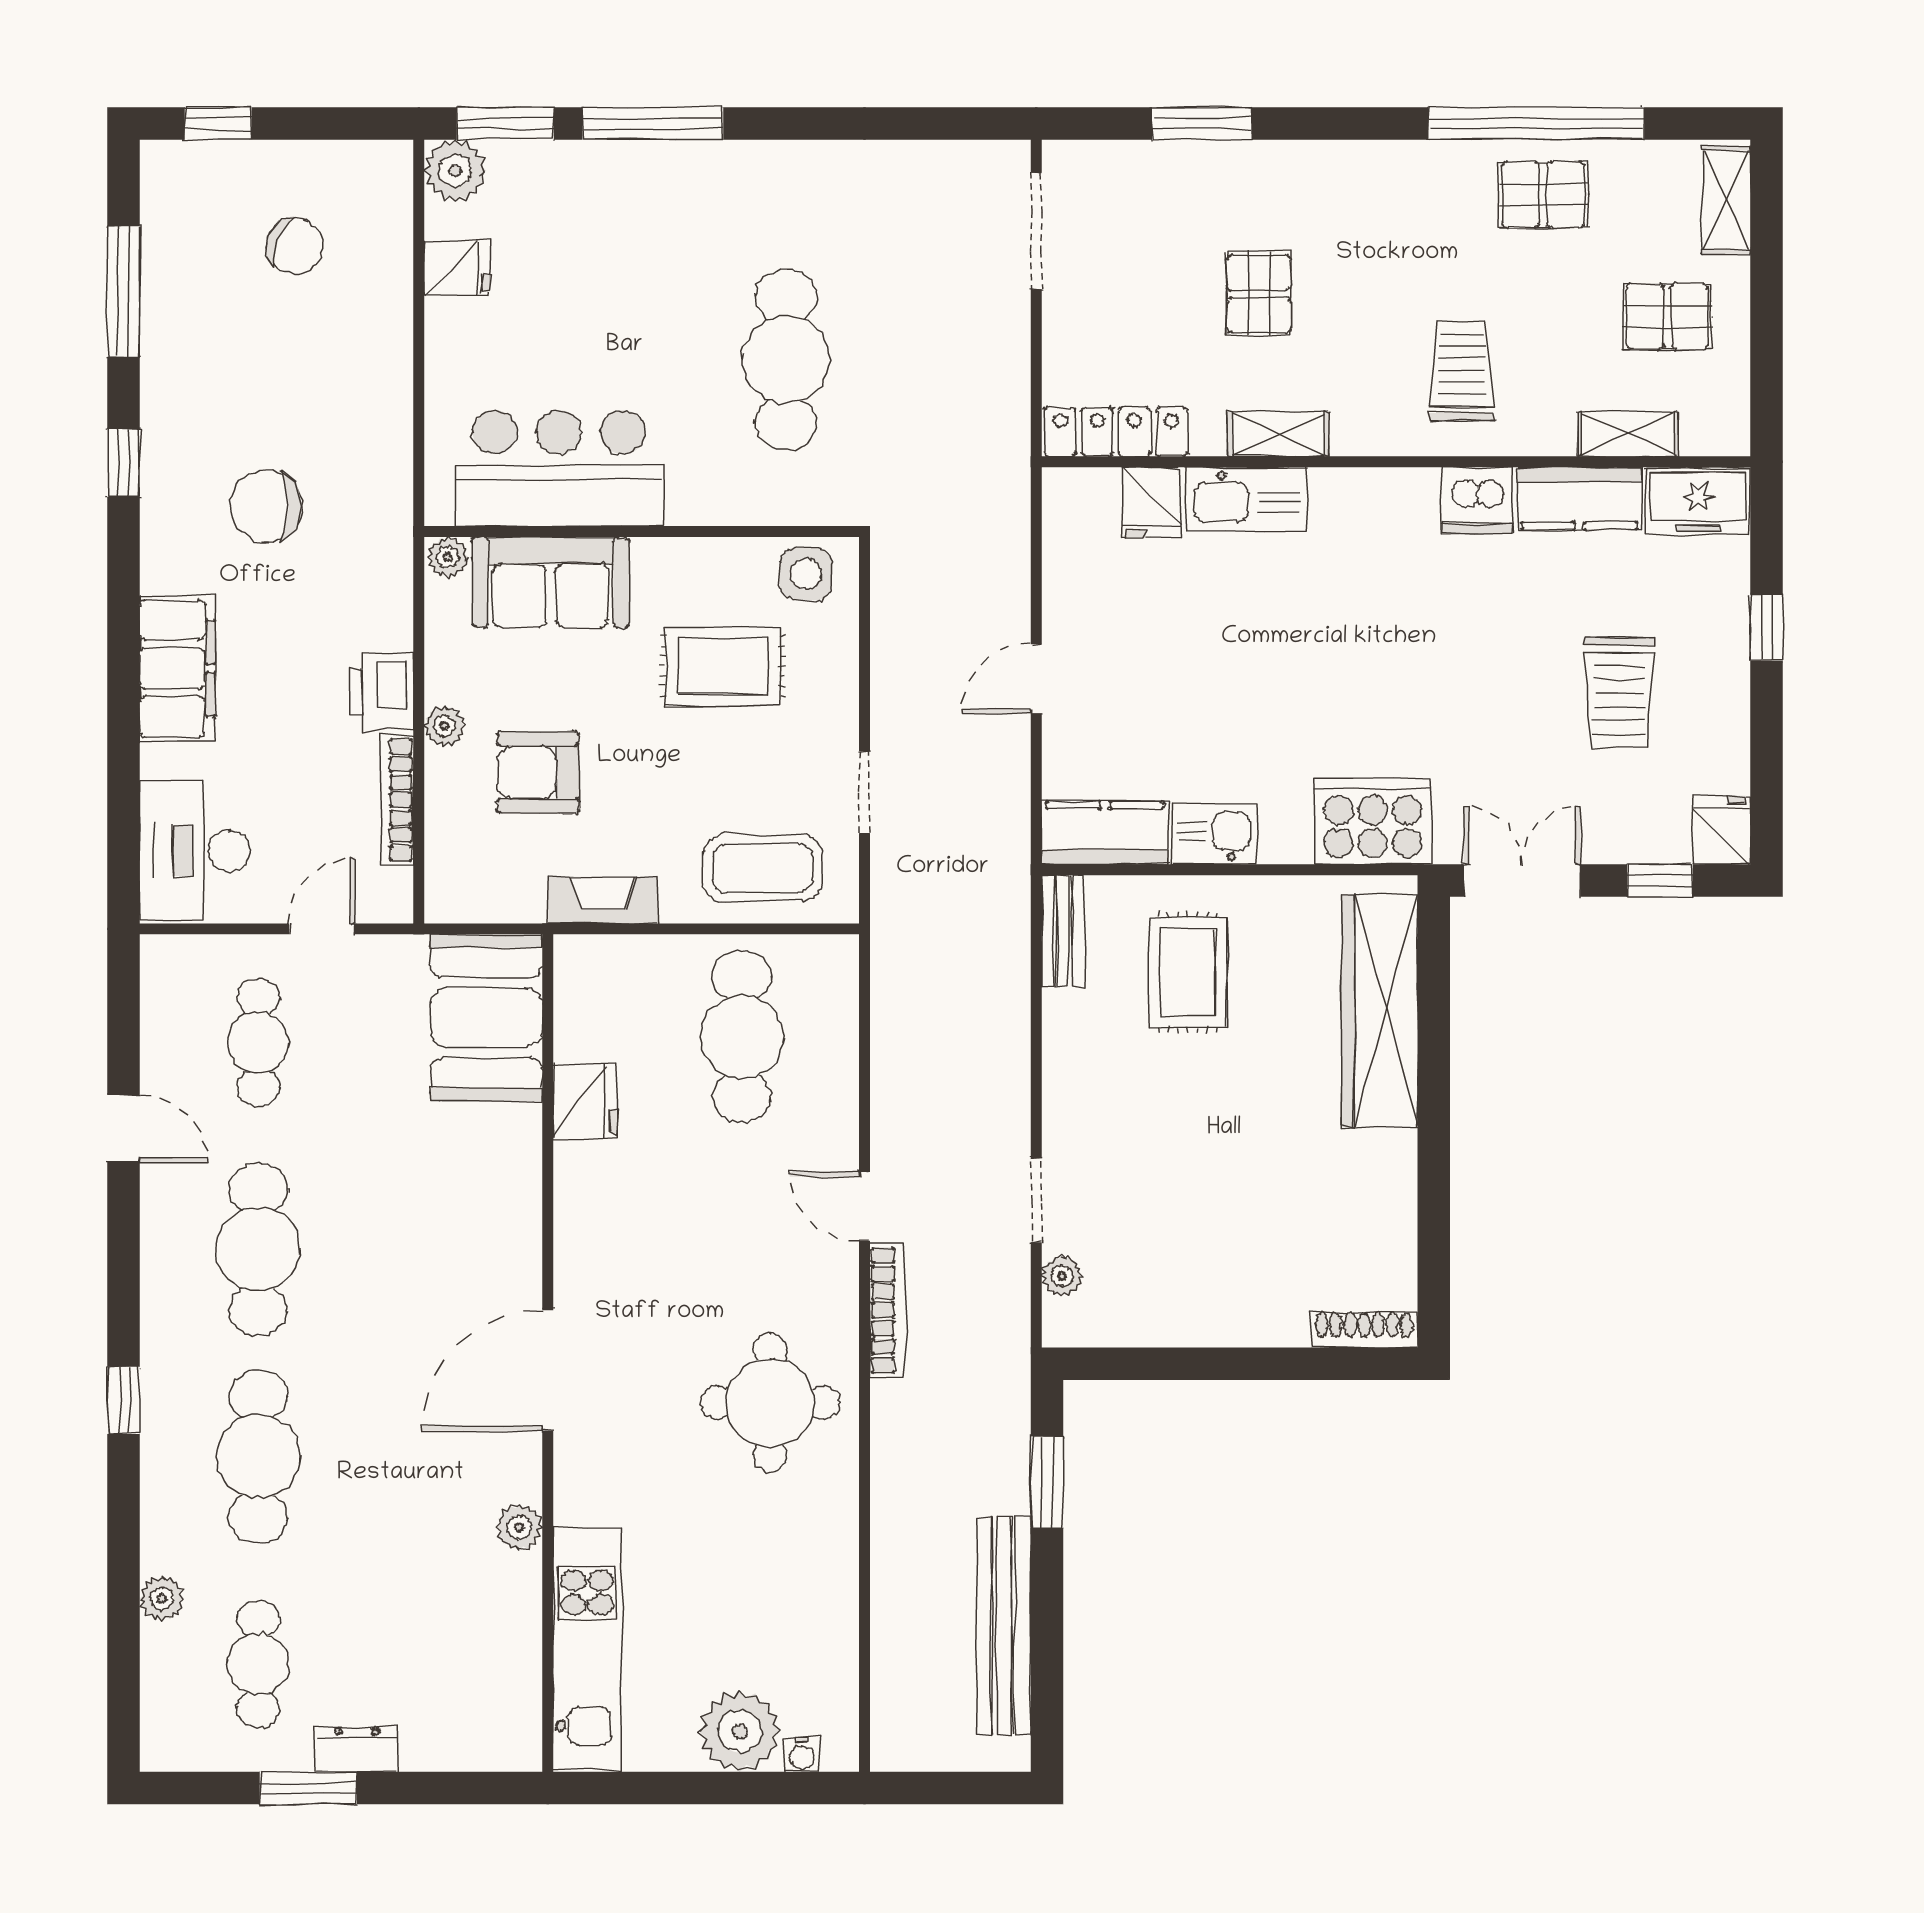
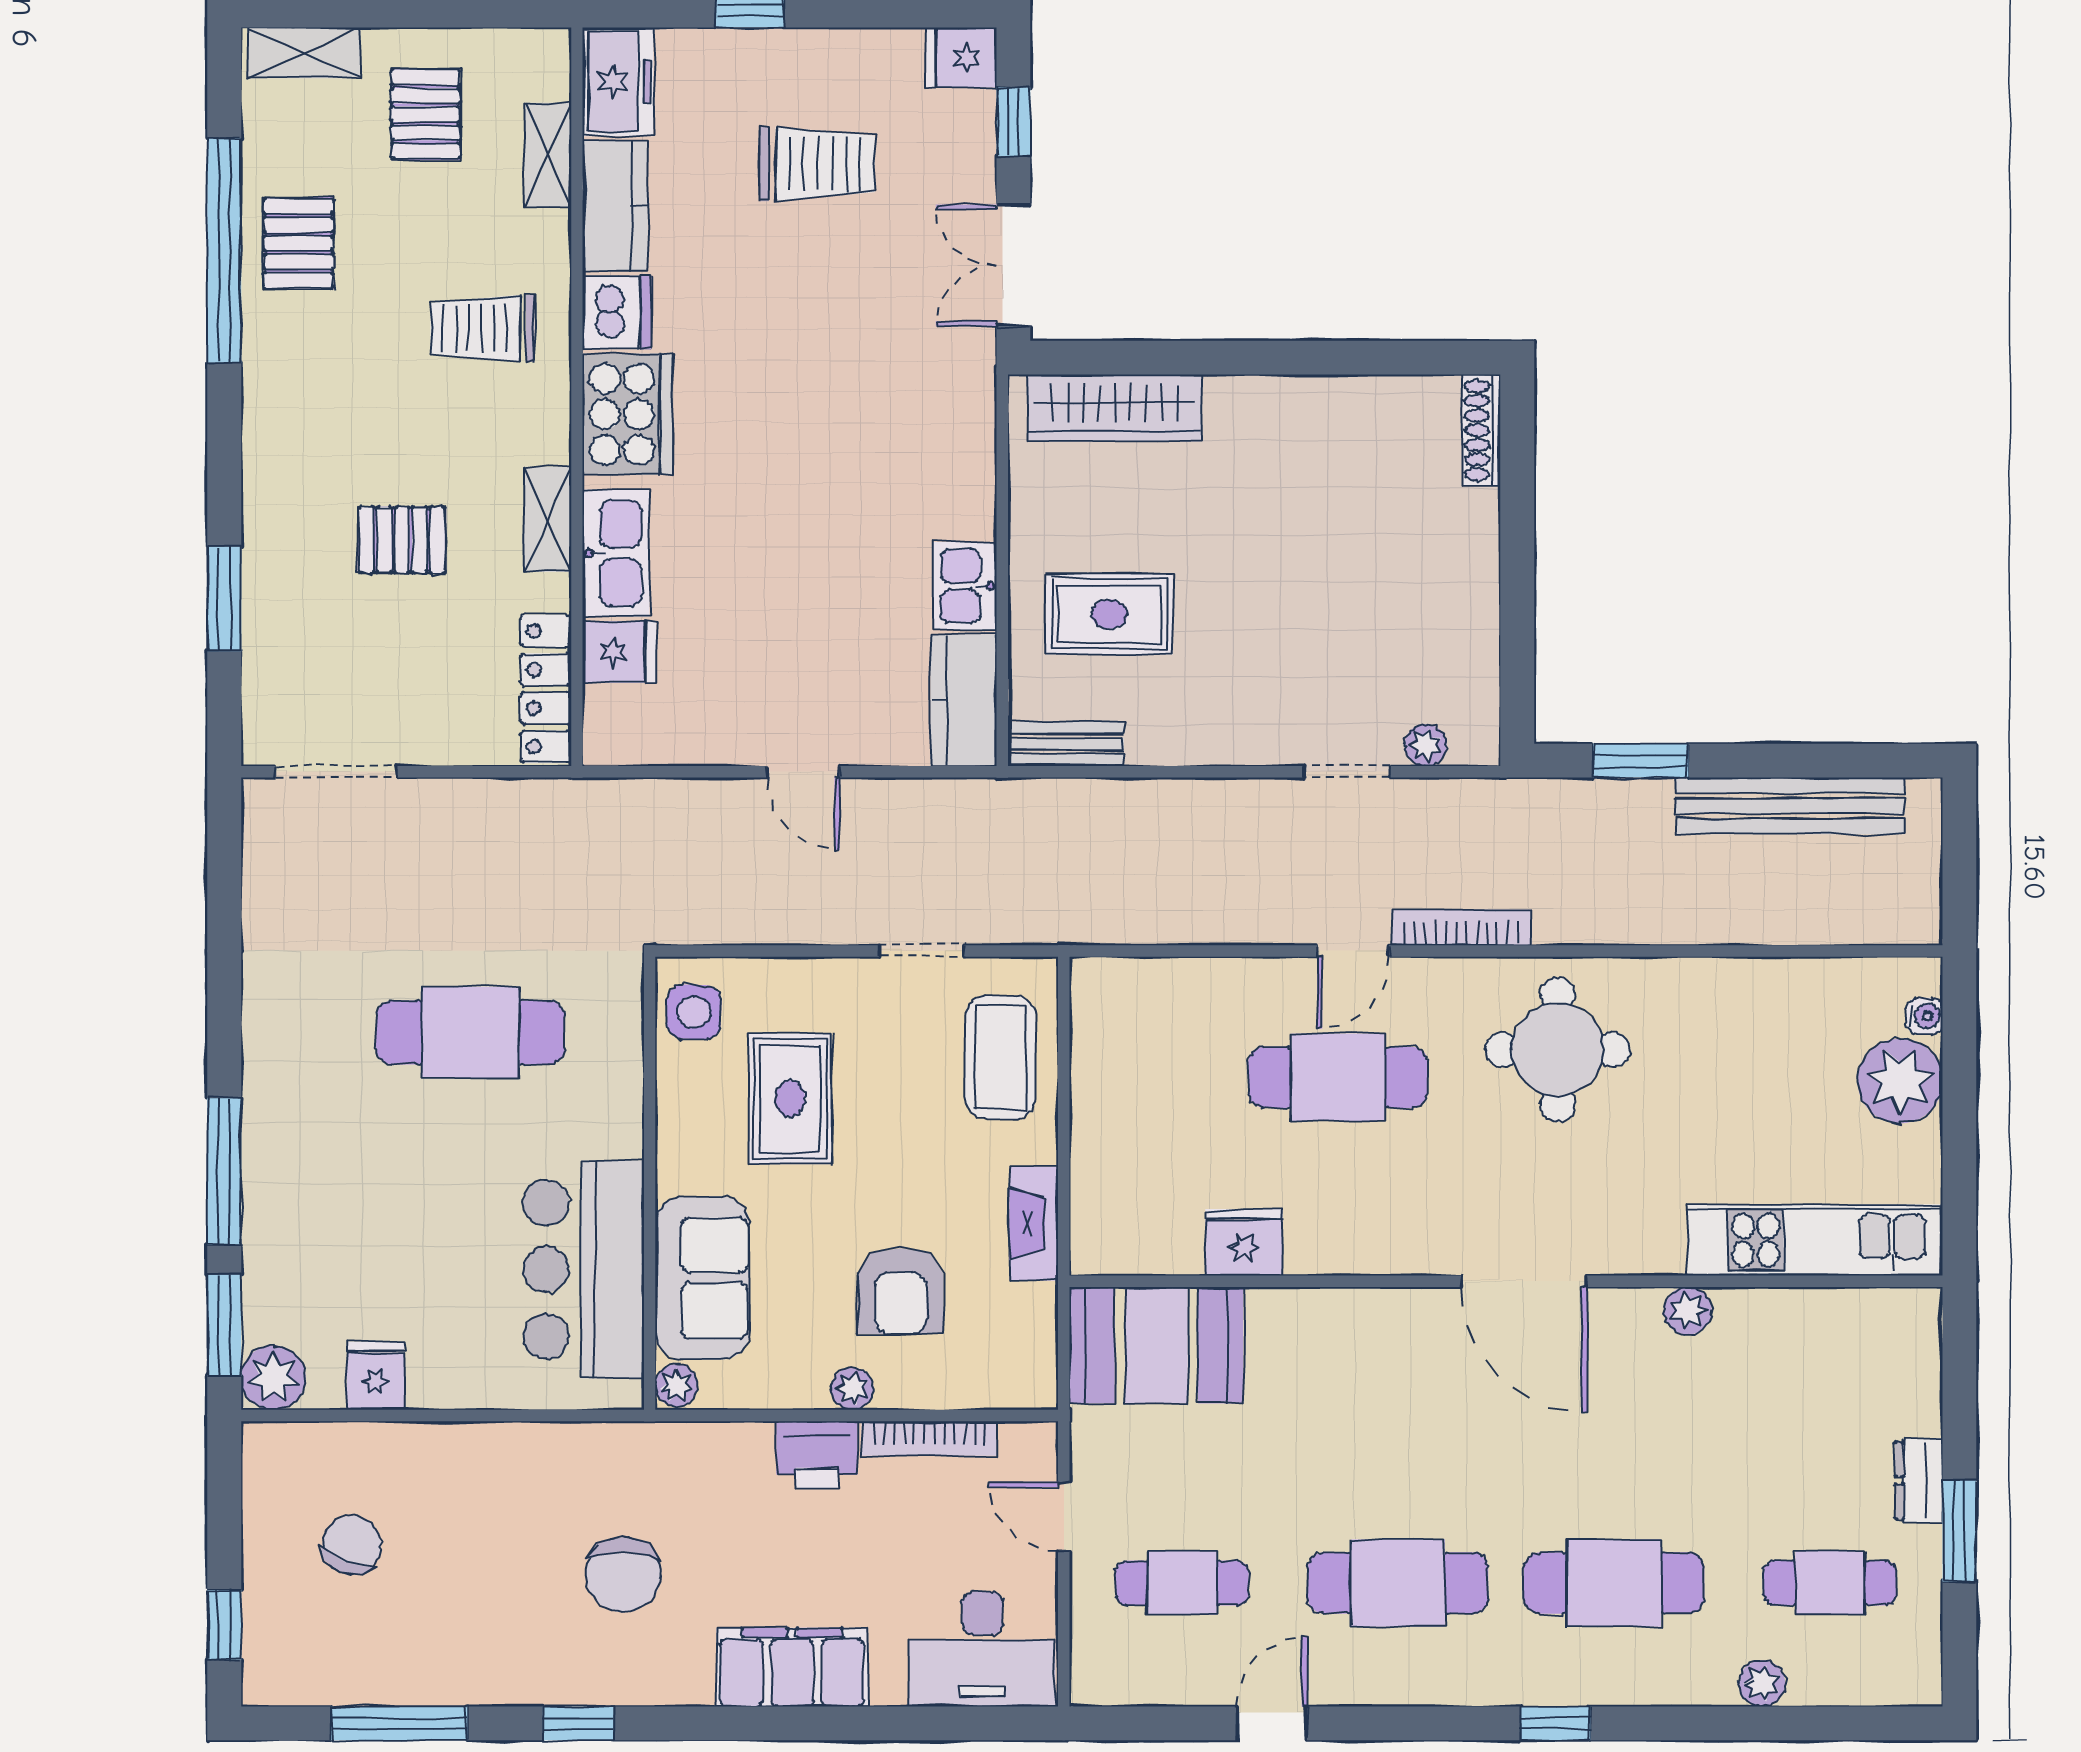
cooker: (1373, 821) -> (627, 414), moved, turned 180
wardrobe: (1380, 1011) -> (1115, 408), width x0.71, depth x0.85
cafe table: (742, 1037) -> (1338, 1077), moved

